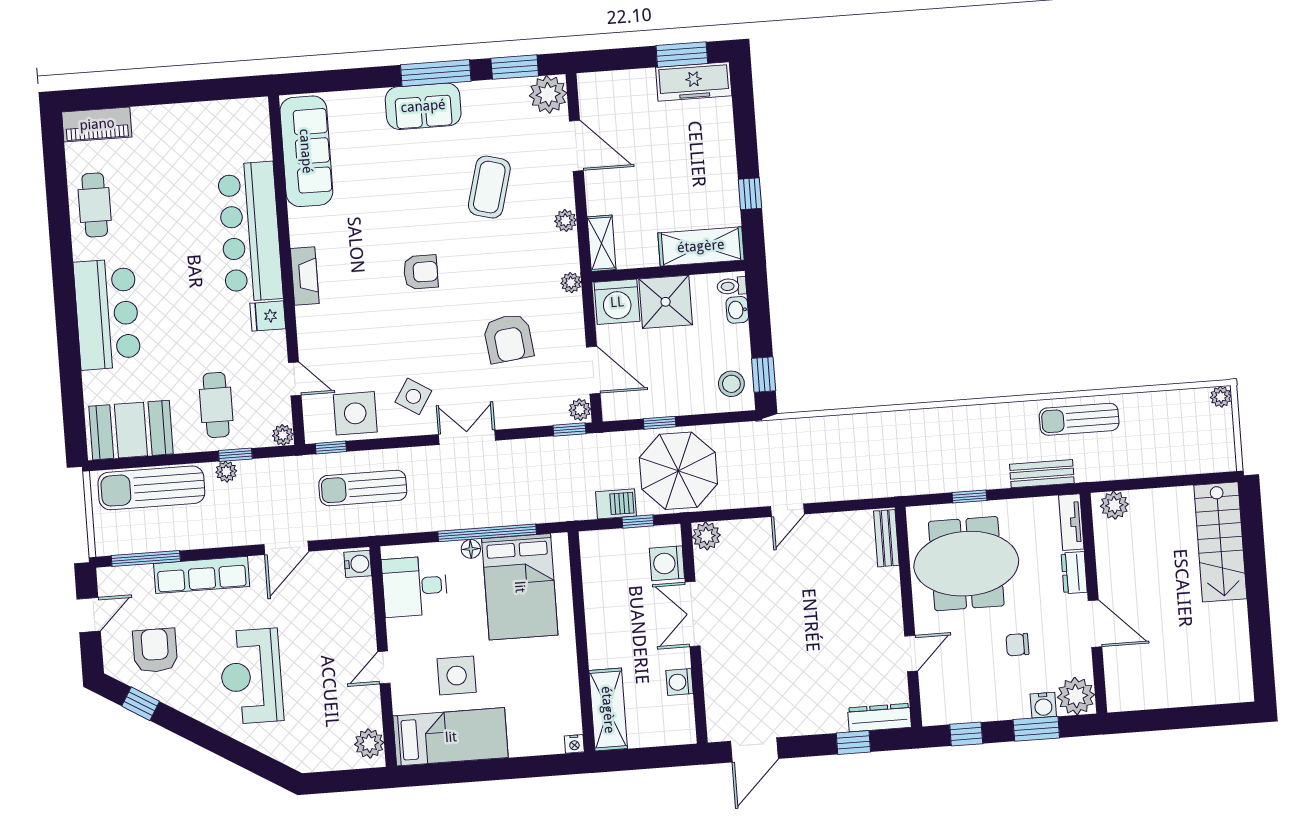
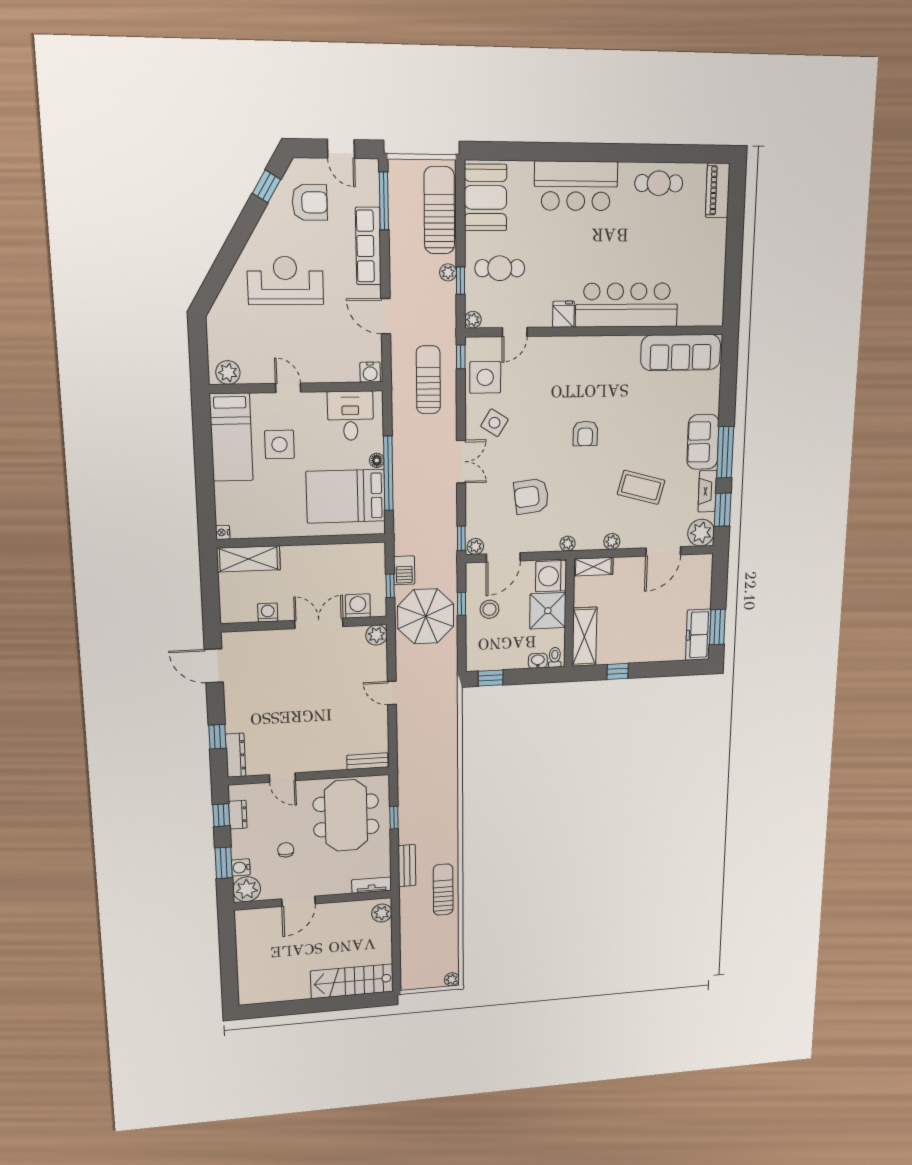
fireplace: (305, 276) -> (707, 491), moved, turned 90
stool: (731, 384) -> (490, 609), moved
dresser: (1074, 573) -> (238, 815), moved, turned 90

